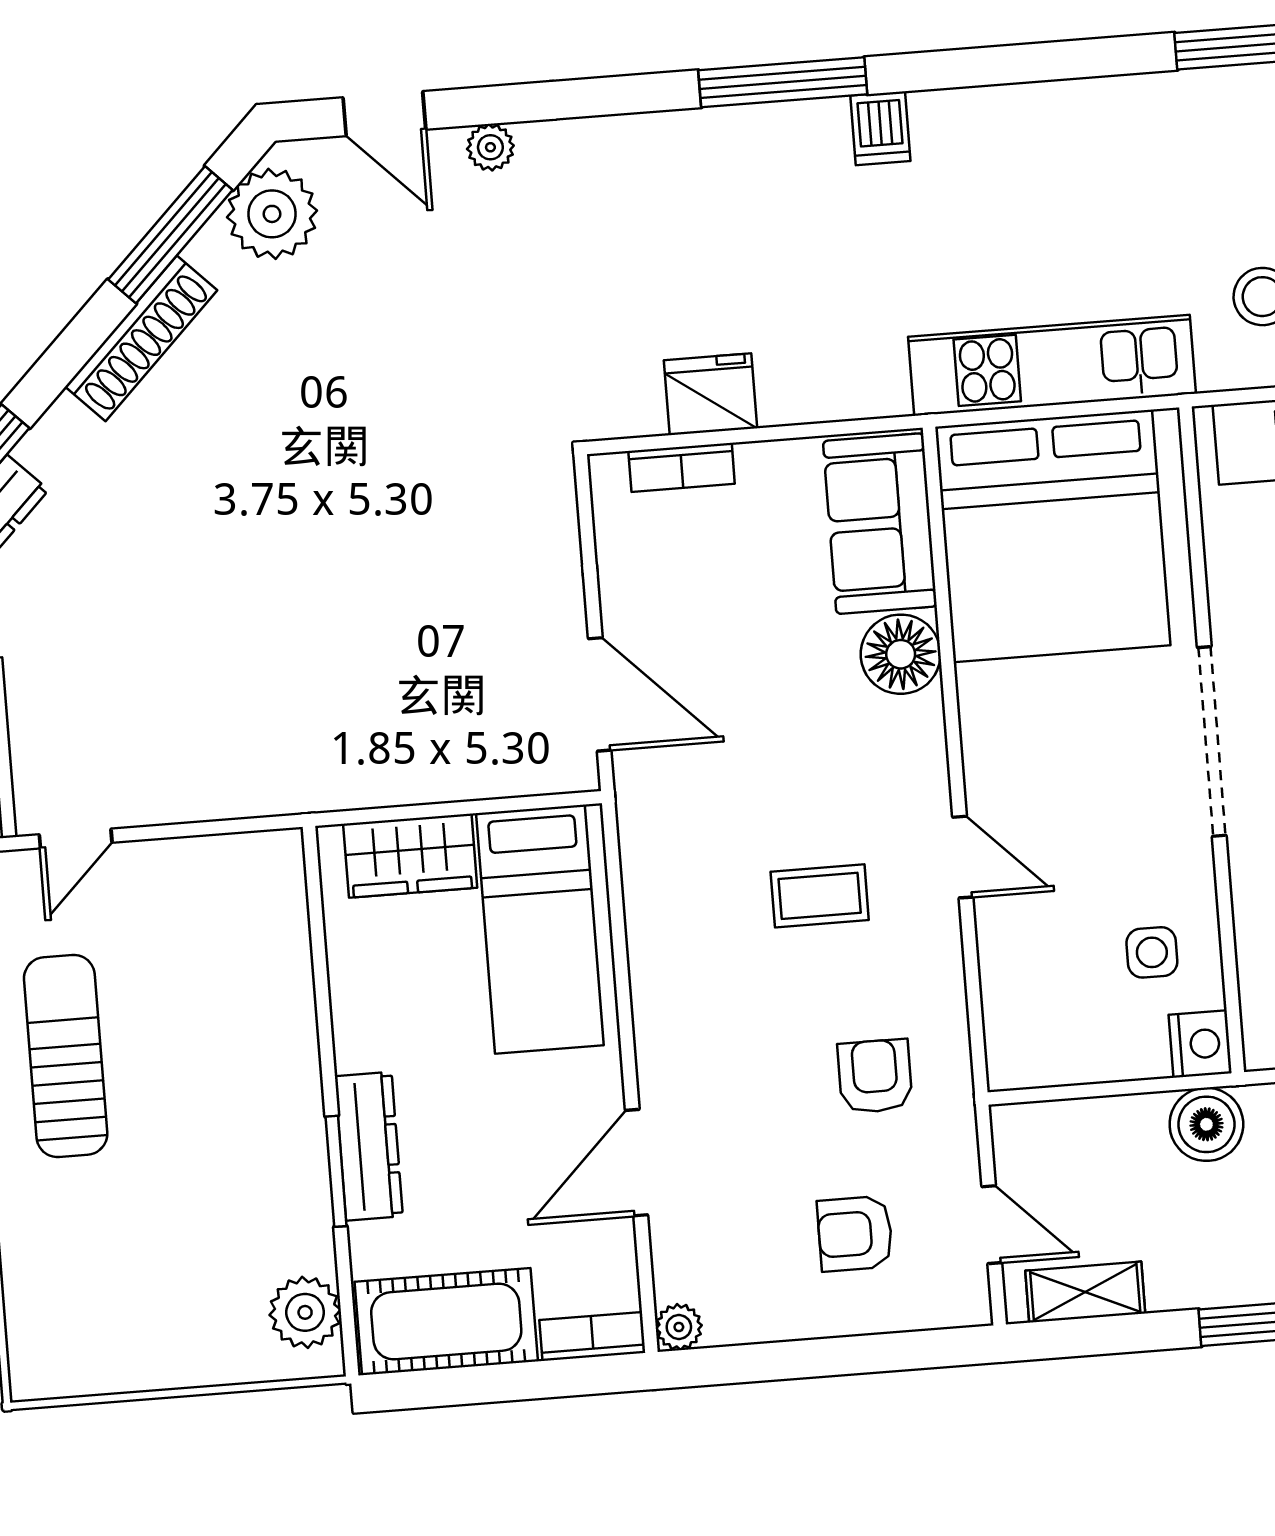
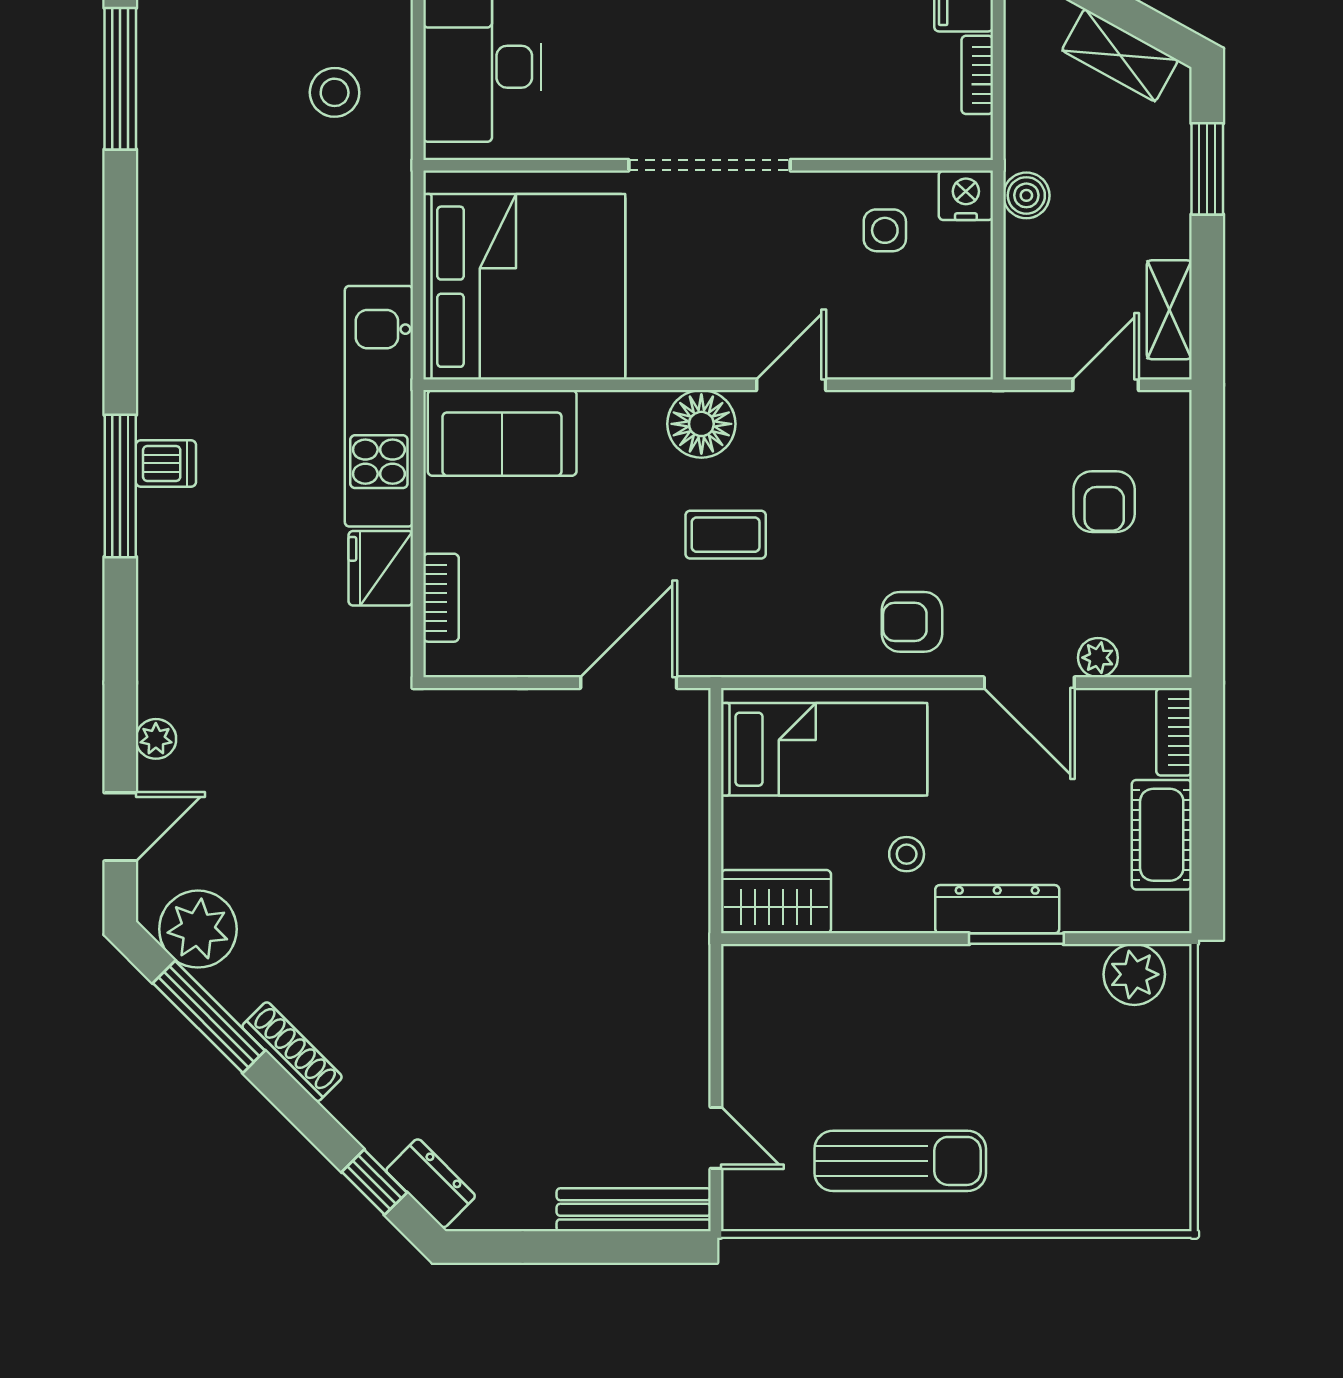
dishwasher: (880, 128) -> (166, 463), moved
shoe rack: (141, 338) -> (292, 1052), width x0.74, depth x0.81
kitchen unit: (1052, 365) -> (379, 406), moved
floor lamp: (901, 654) -> (701, 424), moved
wardrobe: (410, 856) -> (776, 902), moved, turned -90
coffee table: (820, 896) -> (726, 535), moved, turned 90
stool: (425, 1035) -> (907, 854), added
sun lounger: (66, 1056) -> (900, 1161), turned 180
armchair: (875, 1076) -> (912, 622), moved
boiler: (1206, 1124) -> (1026, 195), width x0.73, depth x0.73
cot: (446, 1322) -> (1162, 835), width x0.73, depth x0.75
plant: (679, 1327) -> (1098, 658), moved

